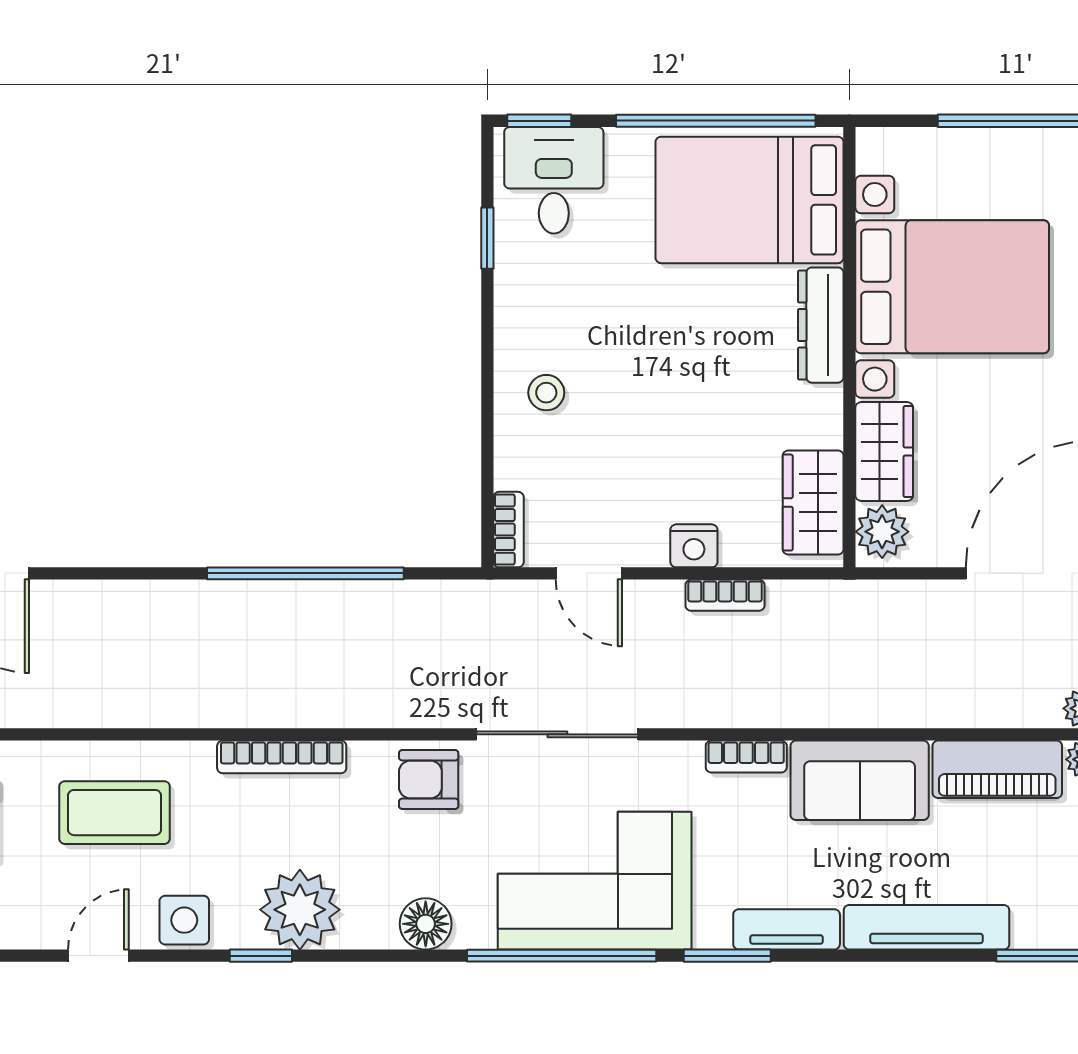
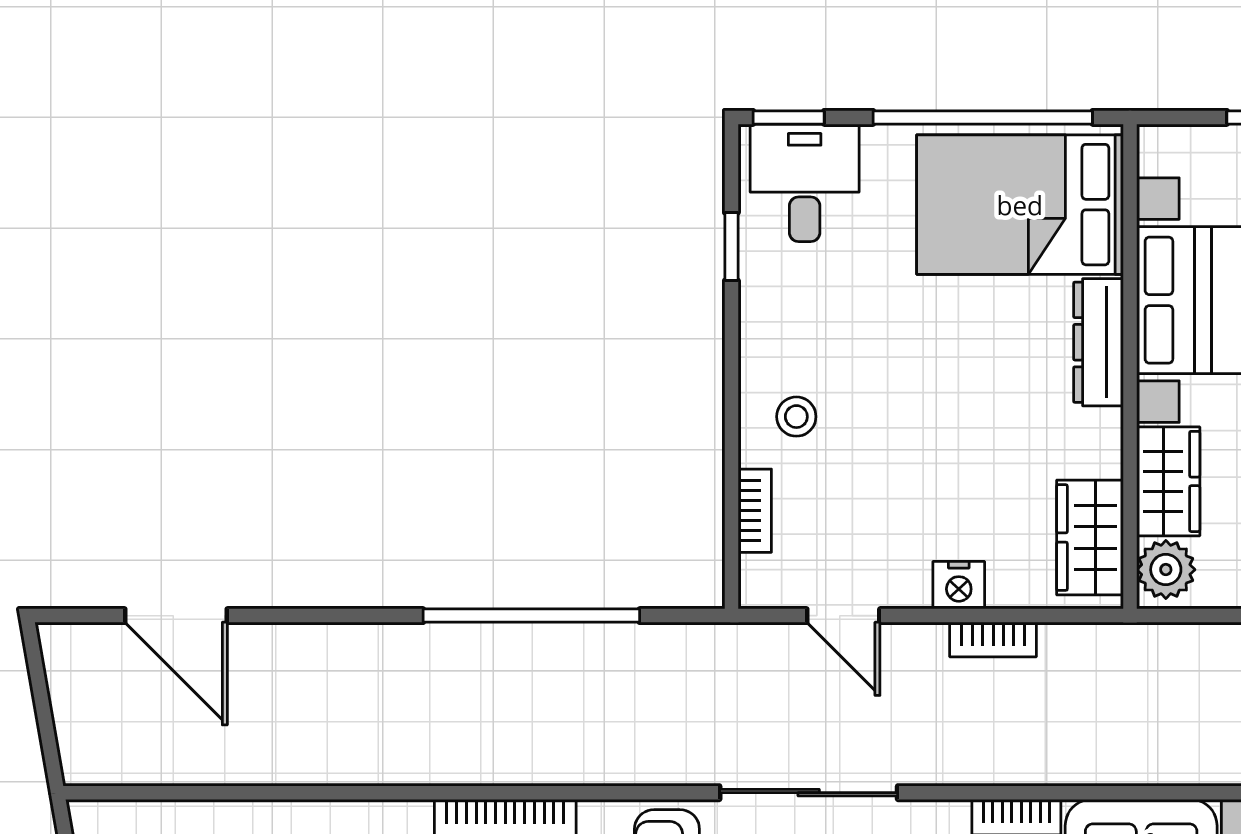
bookcase: (508, 530) -> (755, 511), moved

